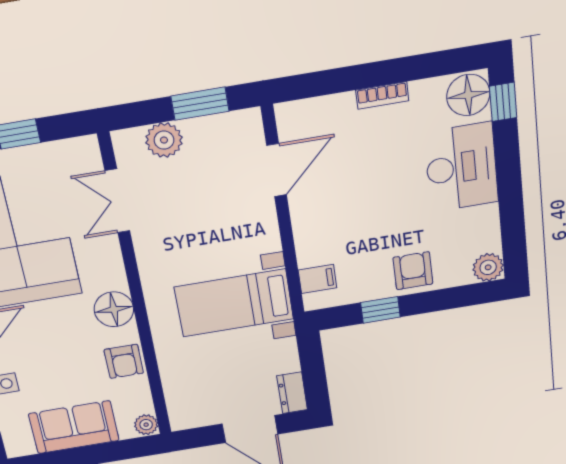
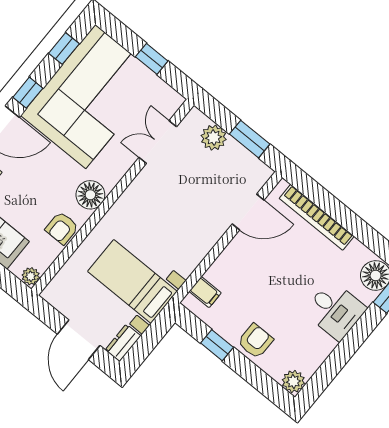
bookcase: (382, 96) -> (317, 217), width x2.31, depth x1.31
desk: (461, 167) -> (335, 310), width x0.73
bed with nightstands: (234, 303) -> (132, 281), moved

